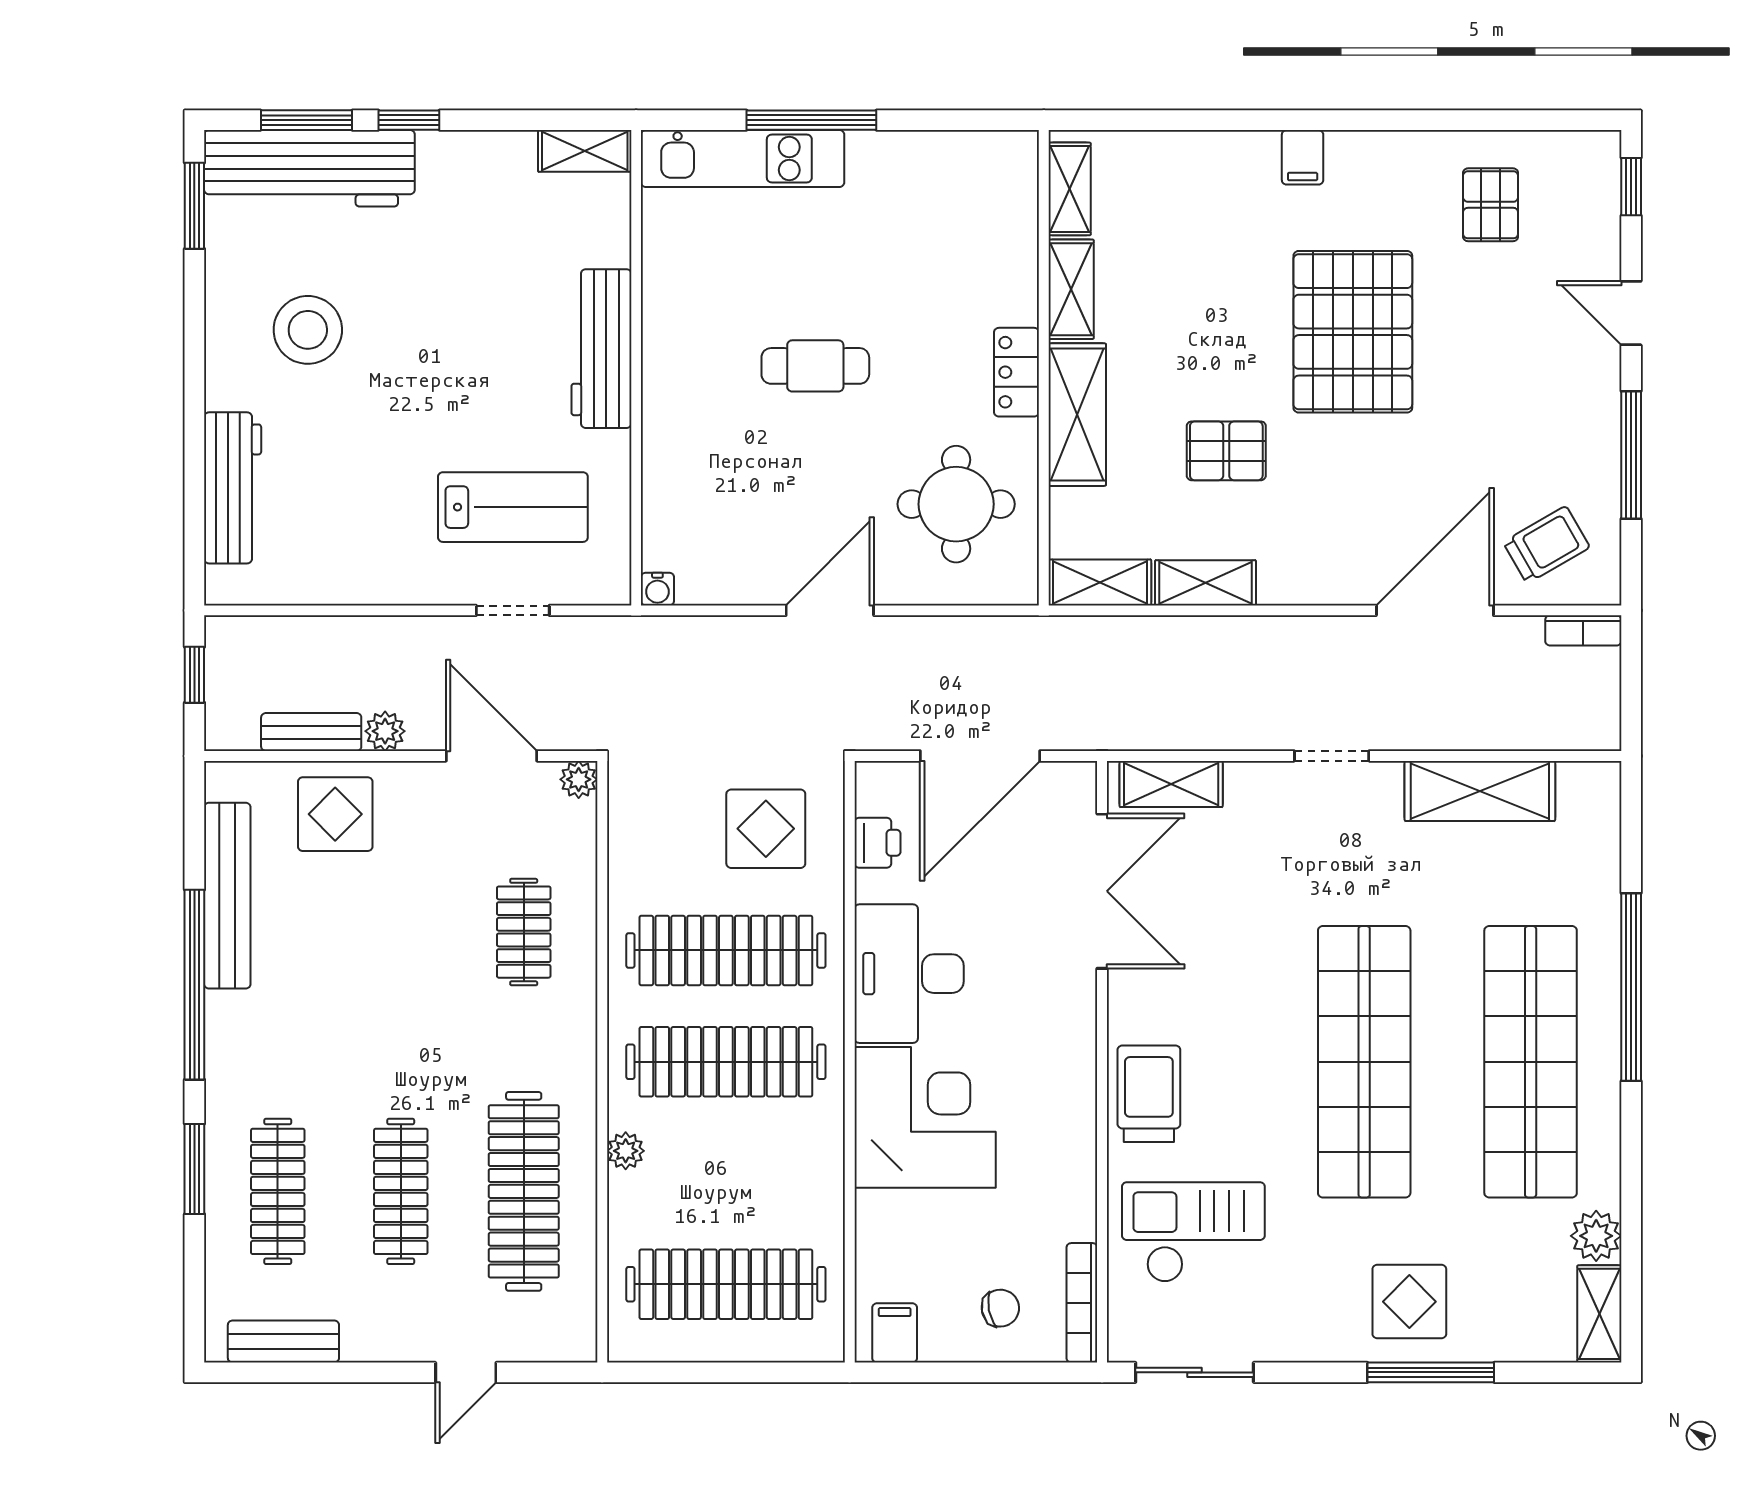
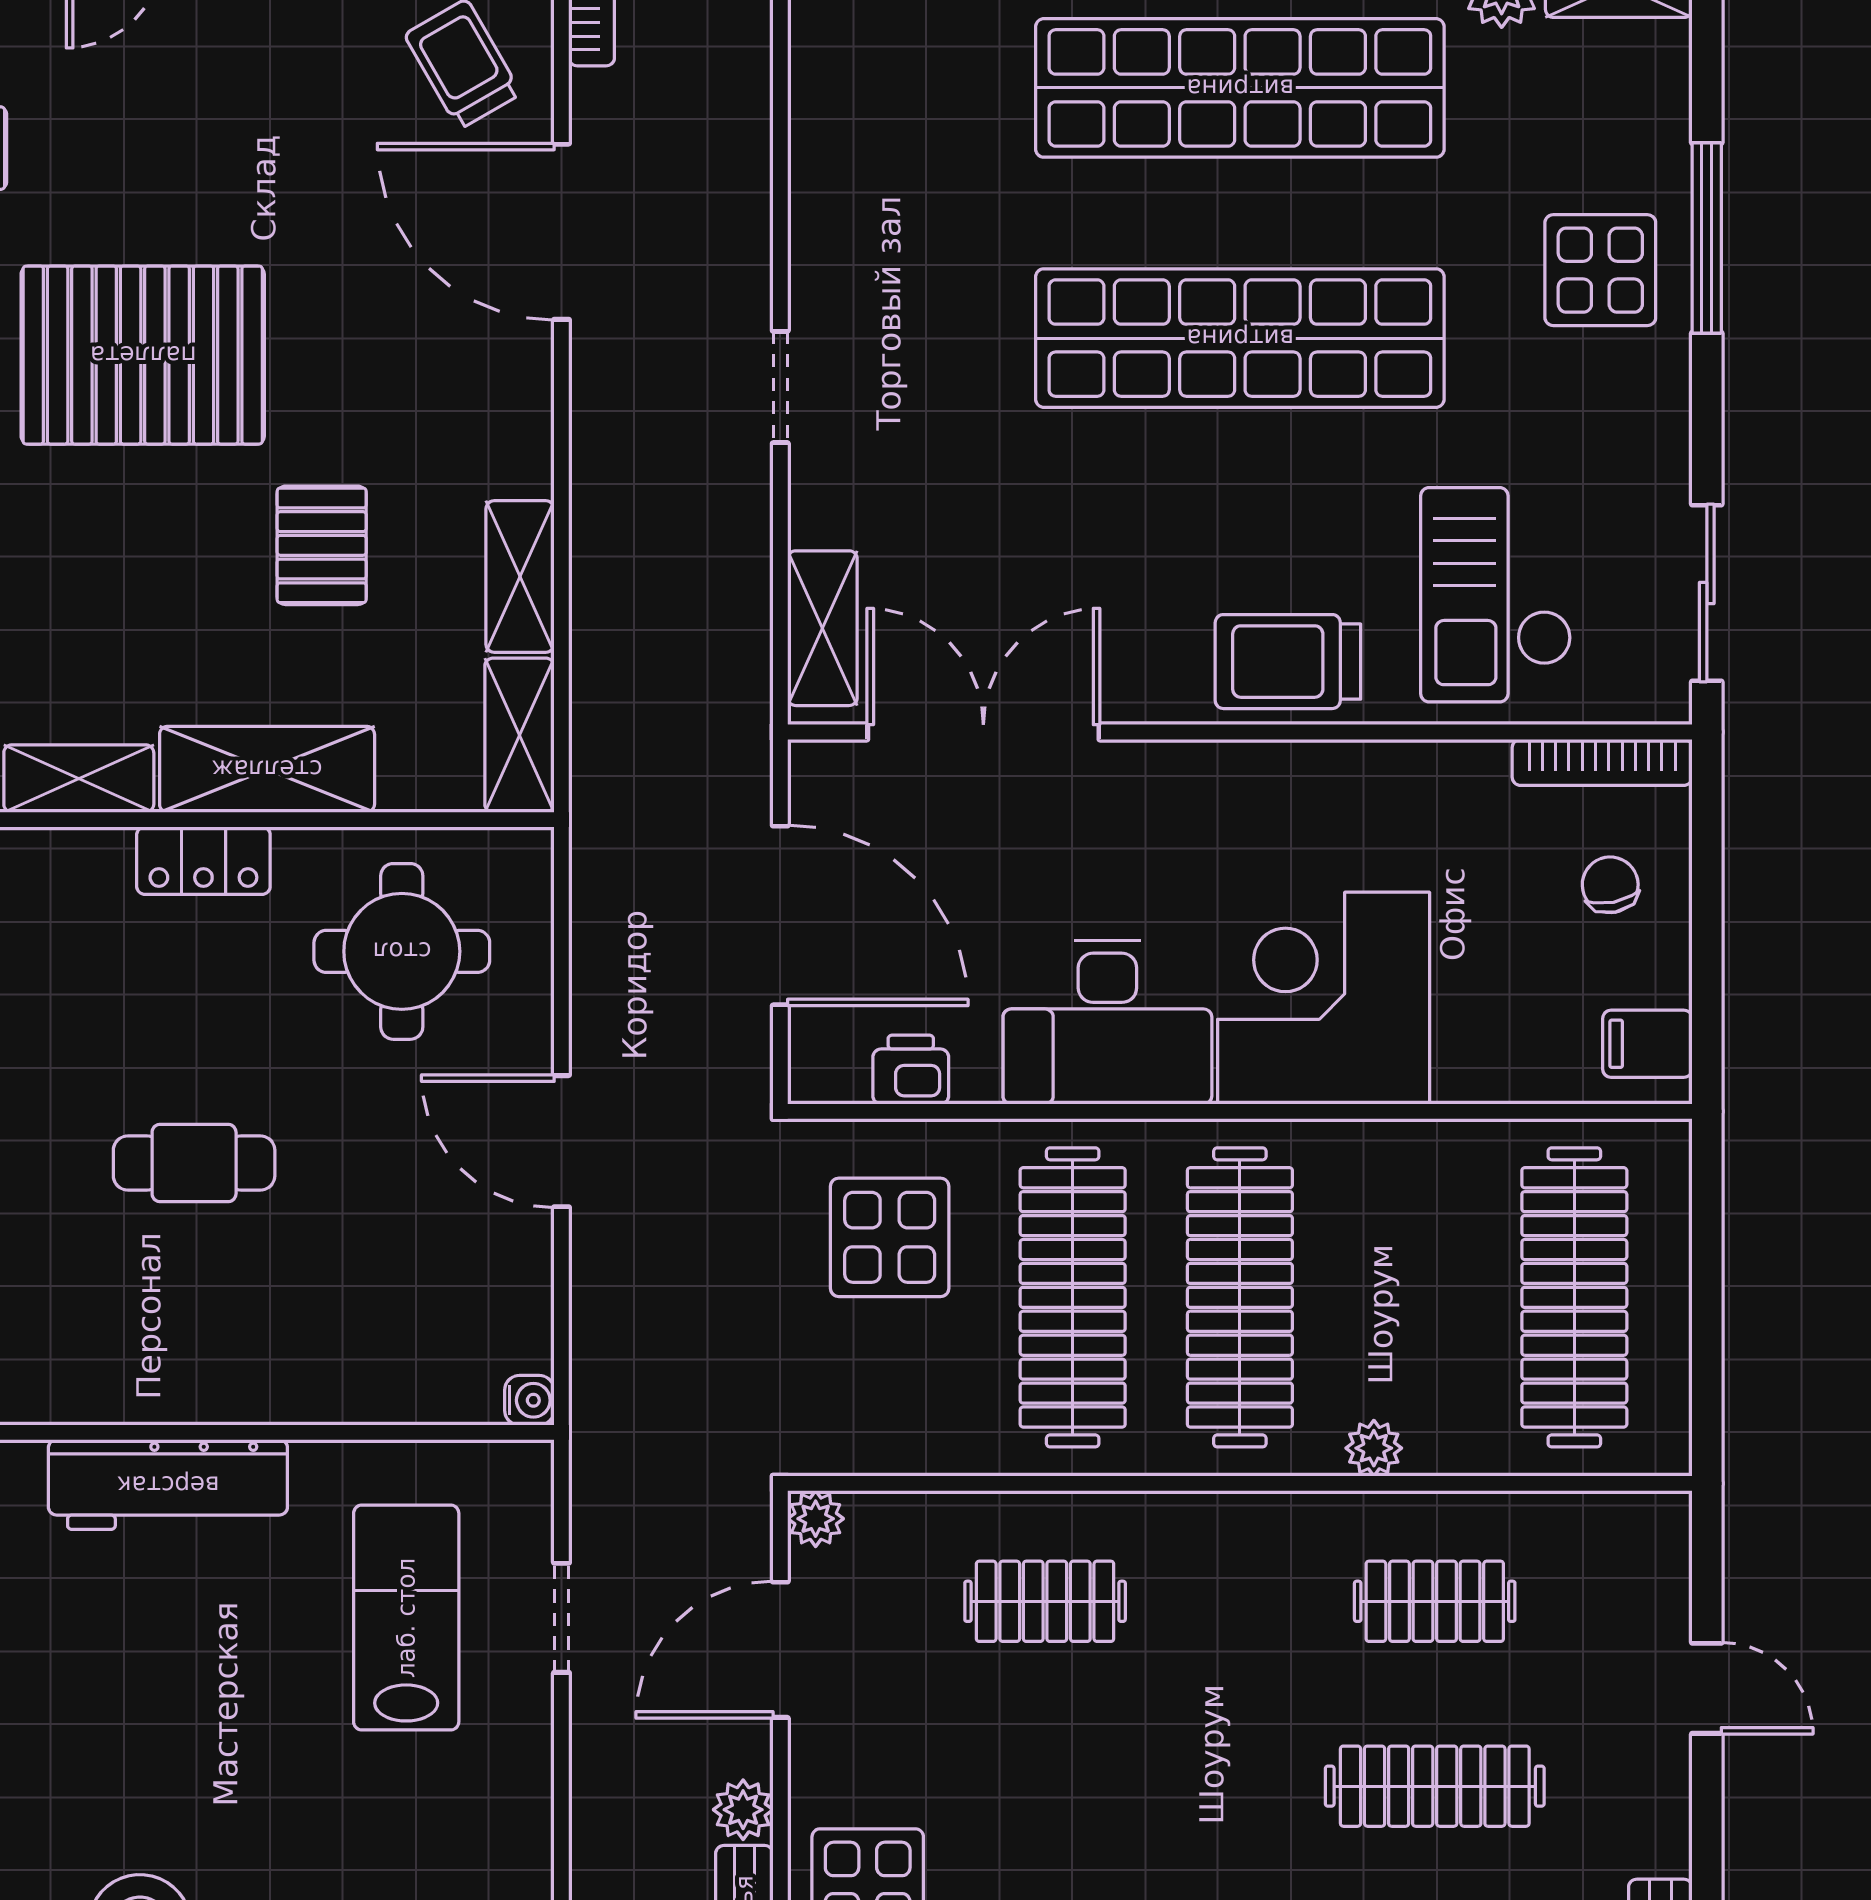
cafe table: (815, 366) -> (194, 1163), turned 90
shelving: (1480, 791) -> (833, 164), removed
clothes rail: (524, 1191) -> (1435, 1601), width x0.54, depth x0.76

